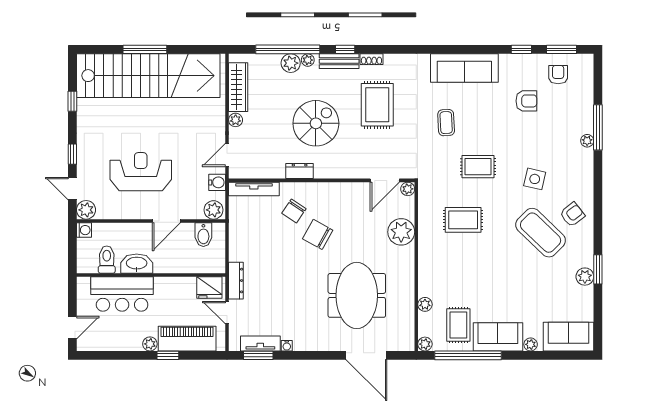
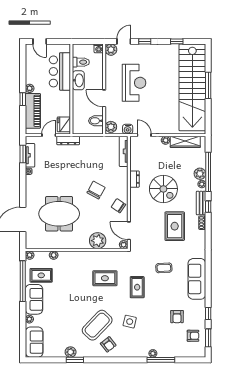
rug: (377, 105) -> (175, 226), turned 90
chair: (294, 211) -> (118, 206), moved
rug: (463, 220) -> (105, 278), turned 90

